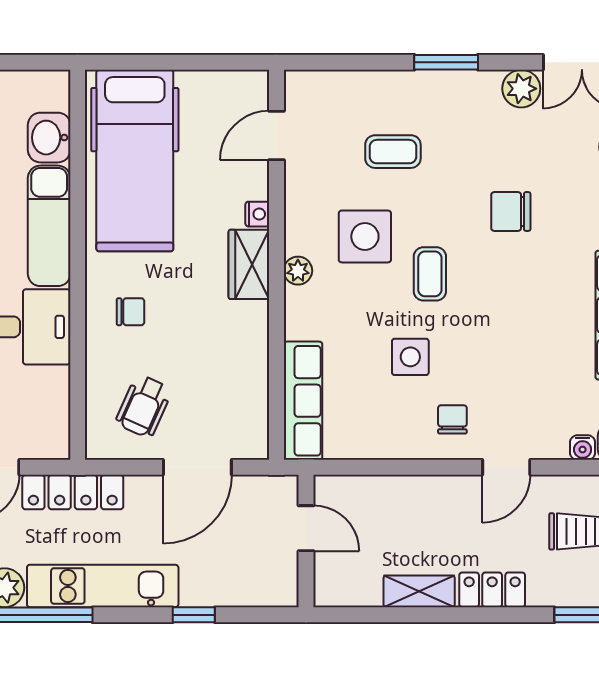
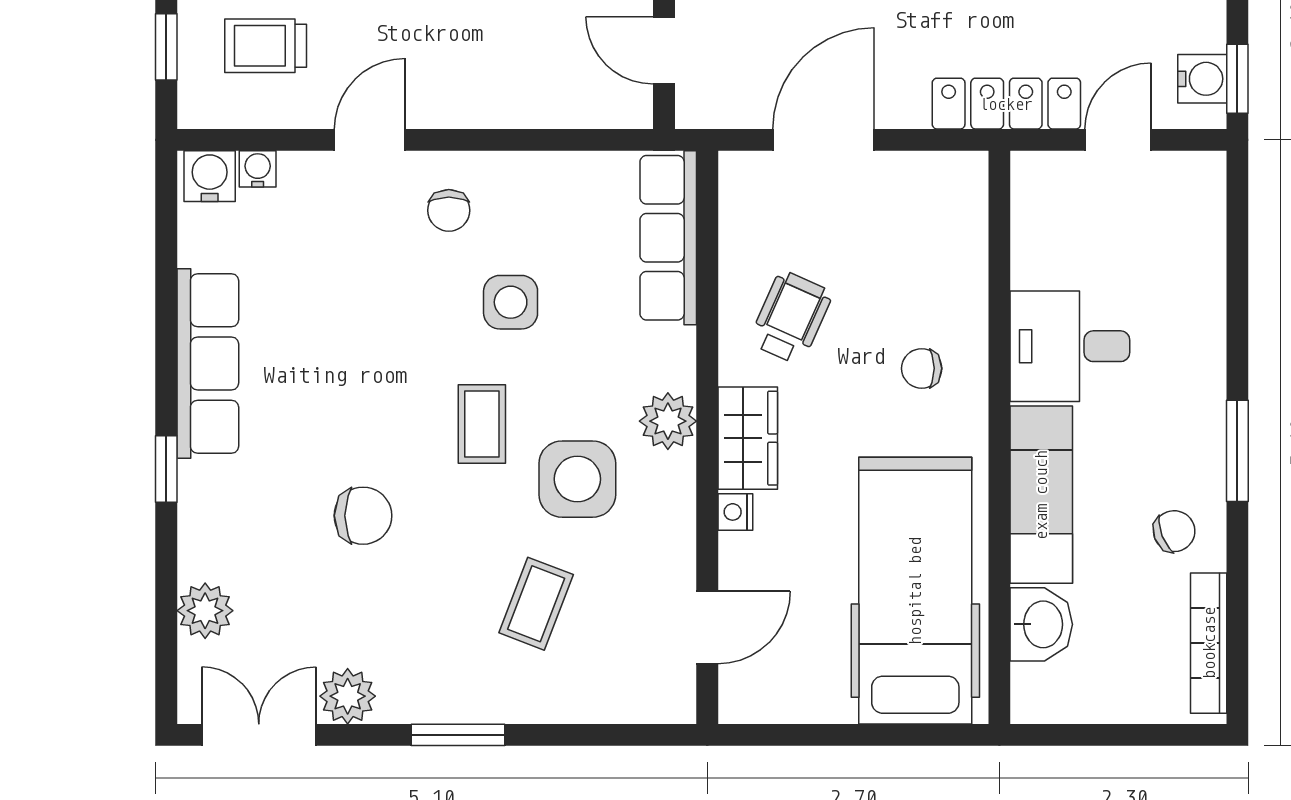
coffee table: (393, 152) -> (536, 604), turned -69
plant: (298, 271) -> (668, 421), width x1.38, depth x1.38
wheelchair: (144, 406) -> (791, 317), moved

